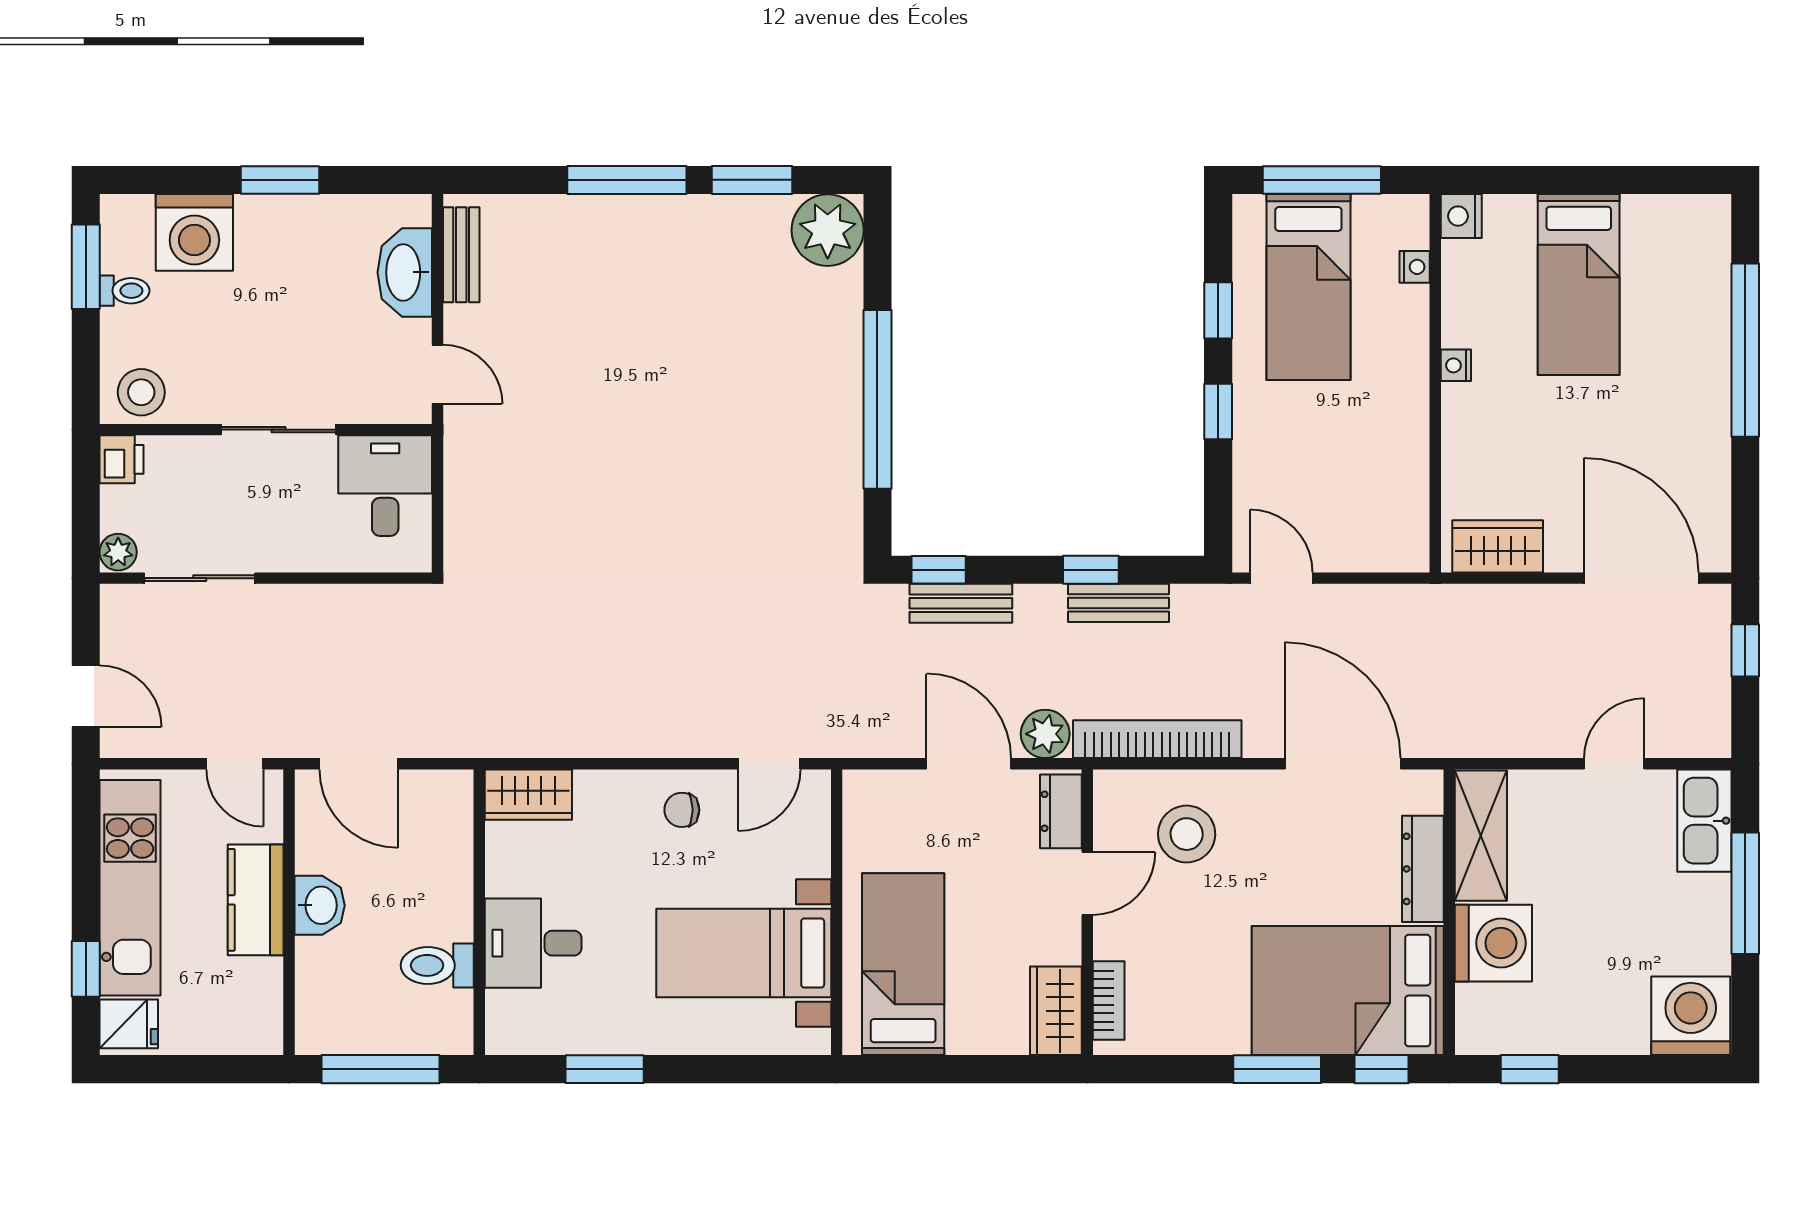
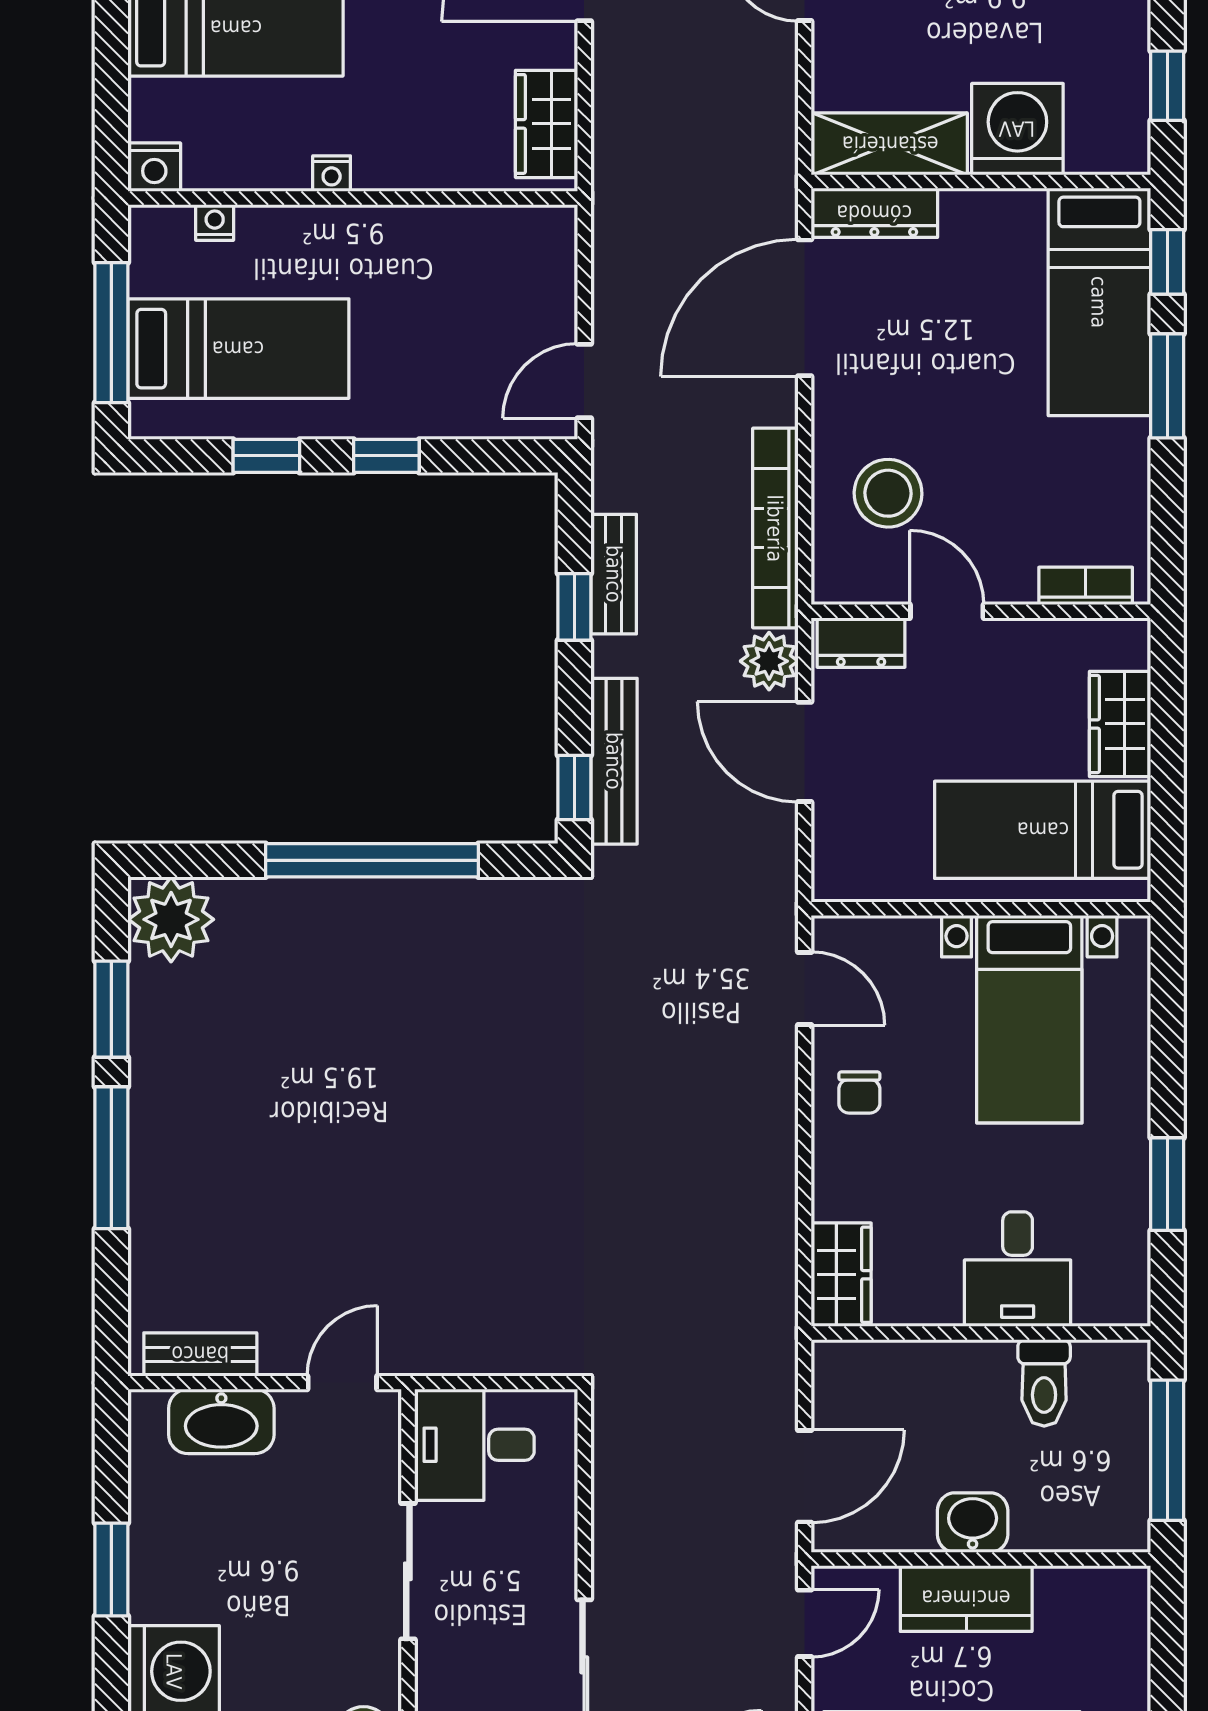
bench: (961, 603) -> (614, 761), width x1.36
door: (969, 764) -> (805, 752), hinge flipped
dresser: (1423, 869) -> (874, 213), moved
bed: (1348, 991) -> (1099, 302), width x0.67
wardrobe: (1056, 1011) -> (1120, 724), moved, turned 90

